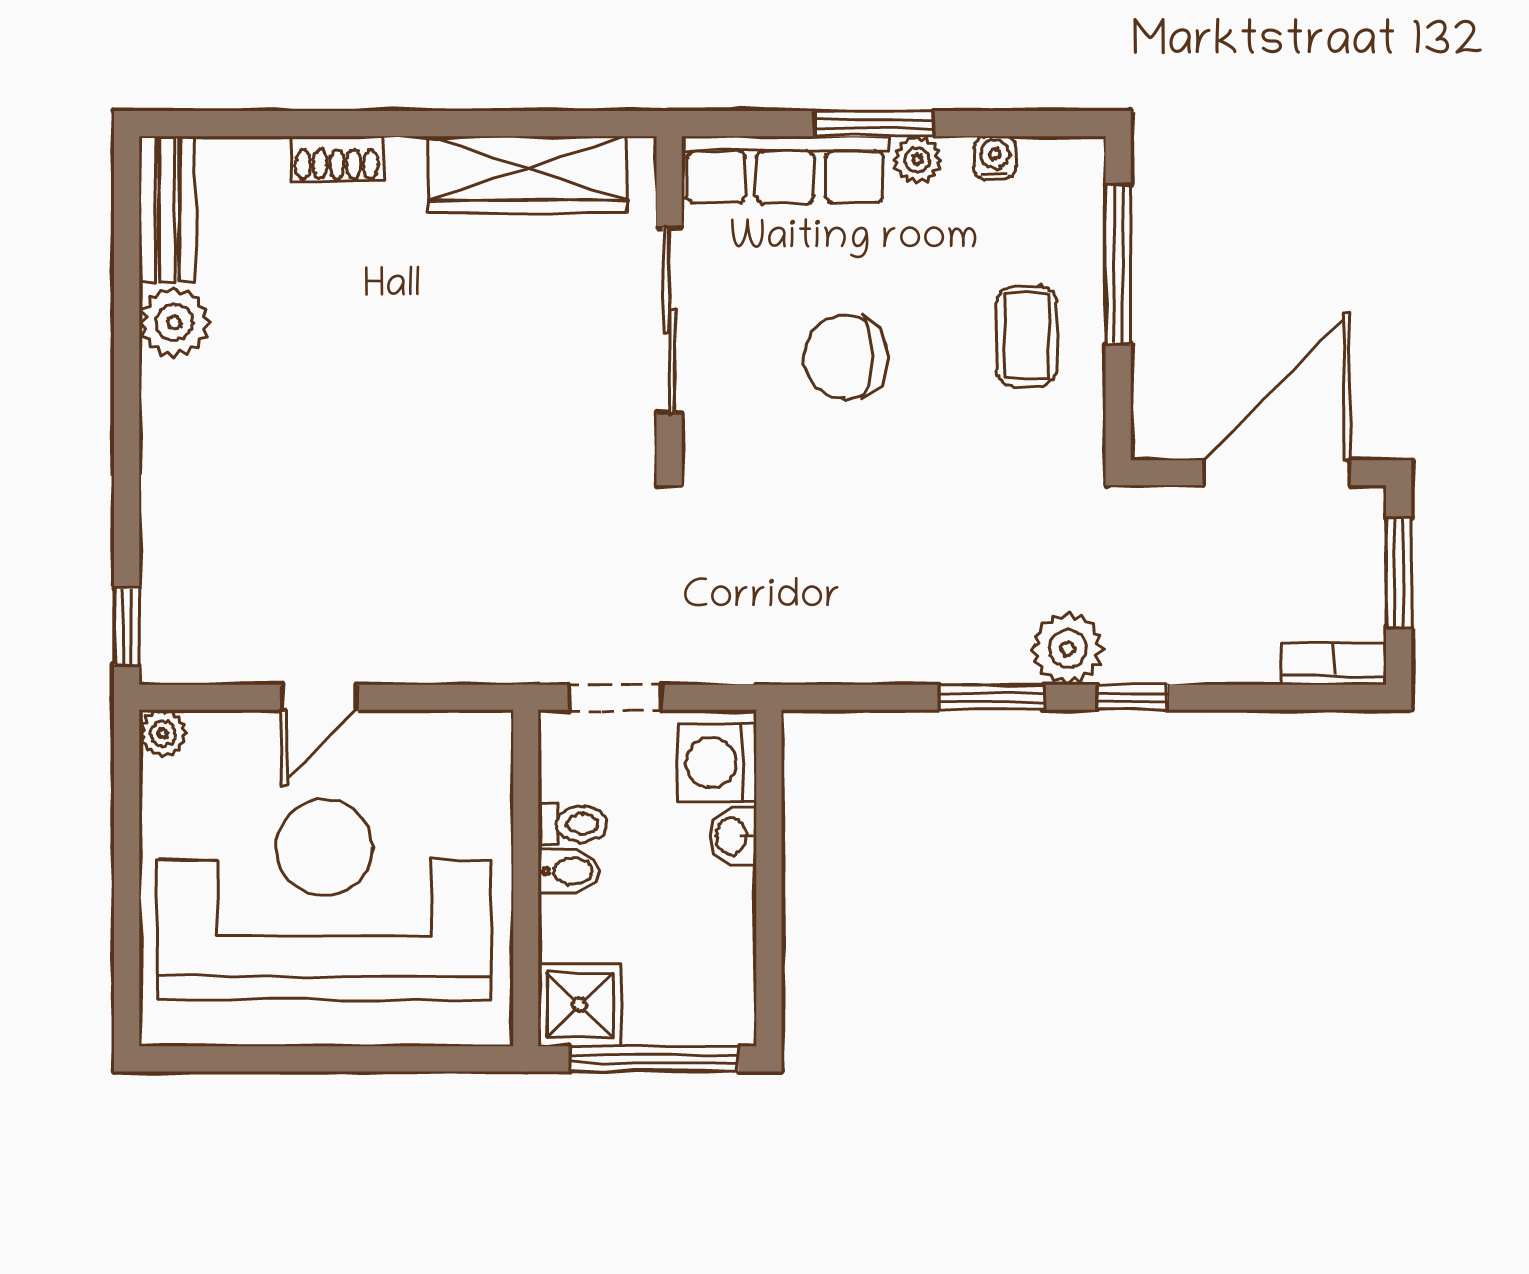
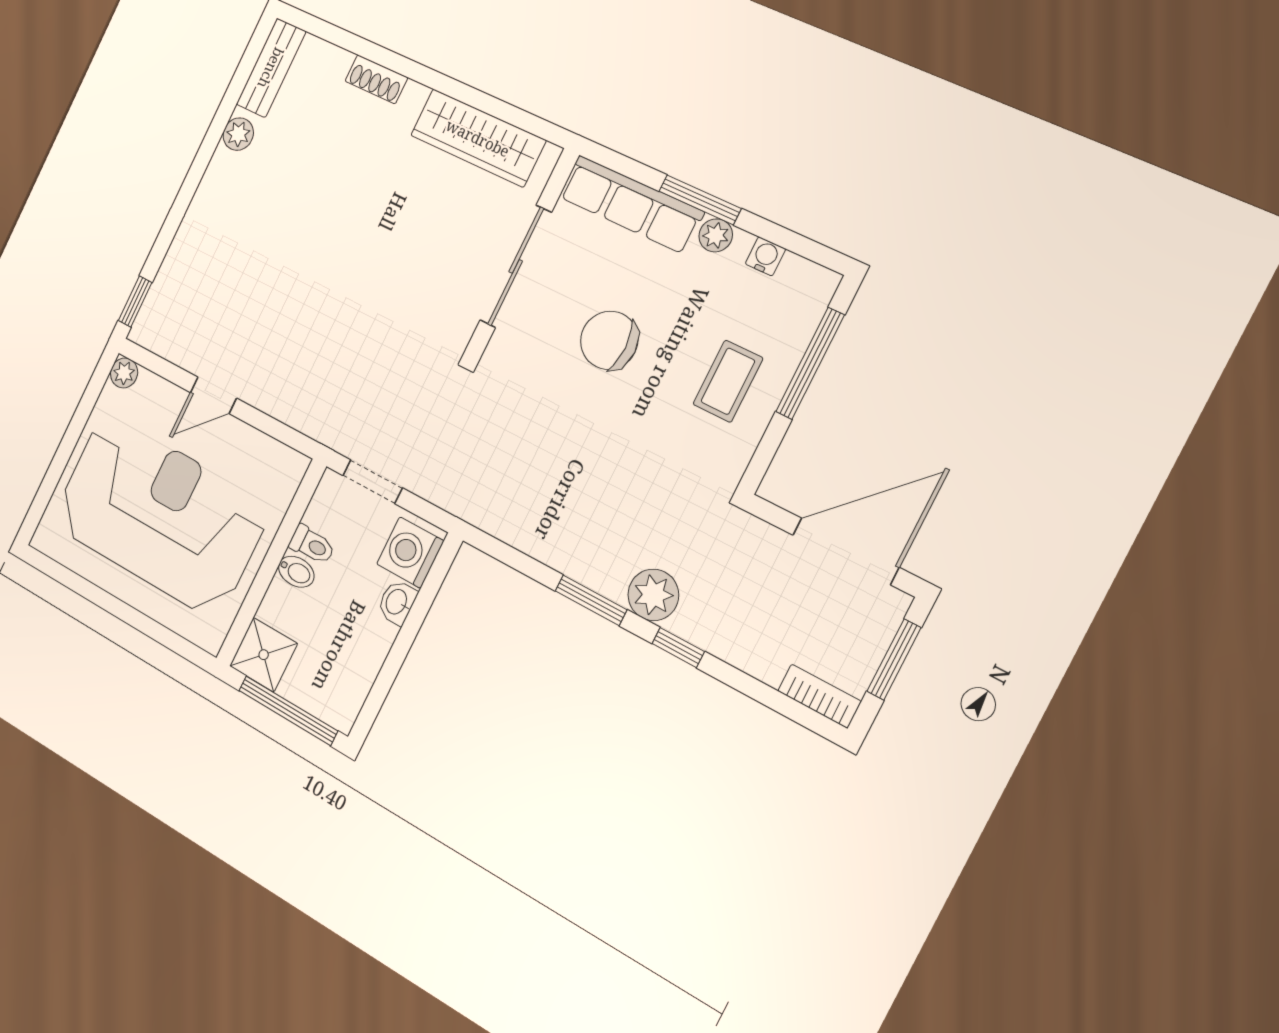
plant: (174, 322) -> (238, 134), width x0.73, depth x0.73

